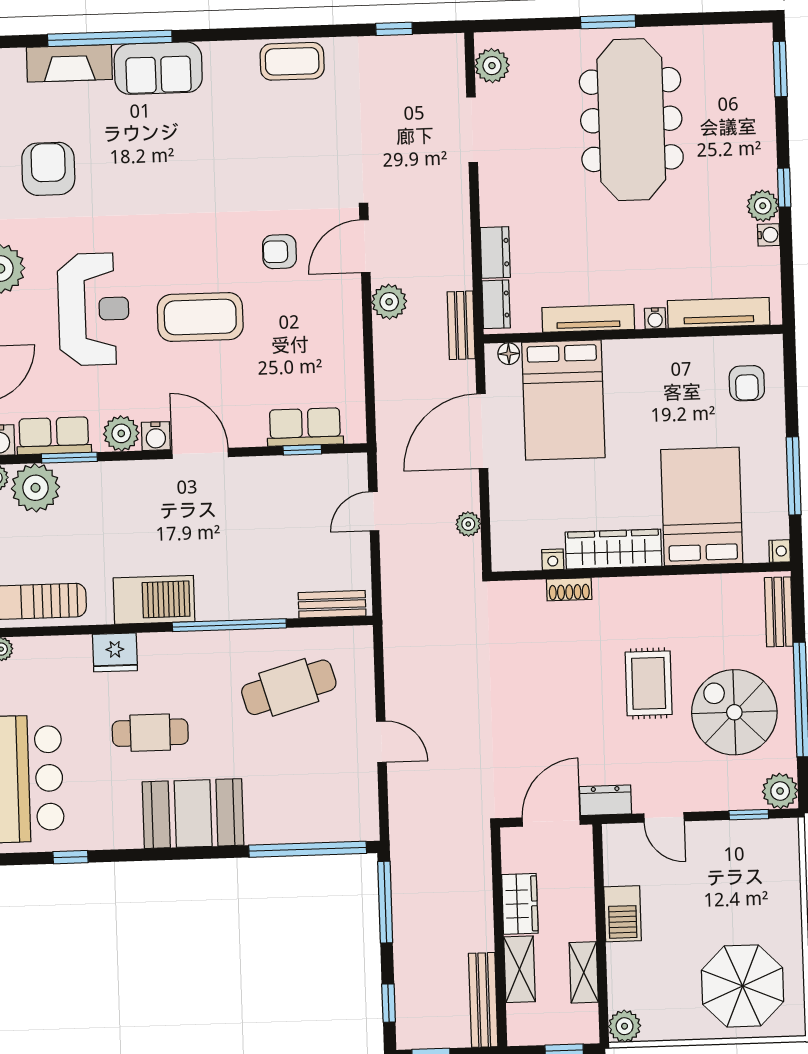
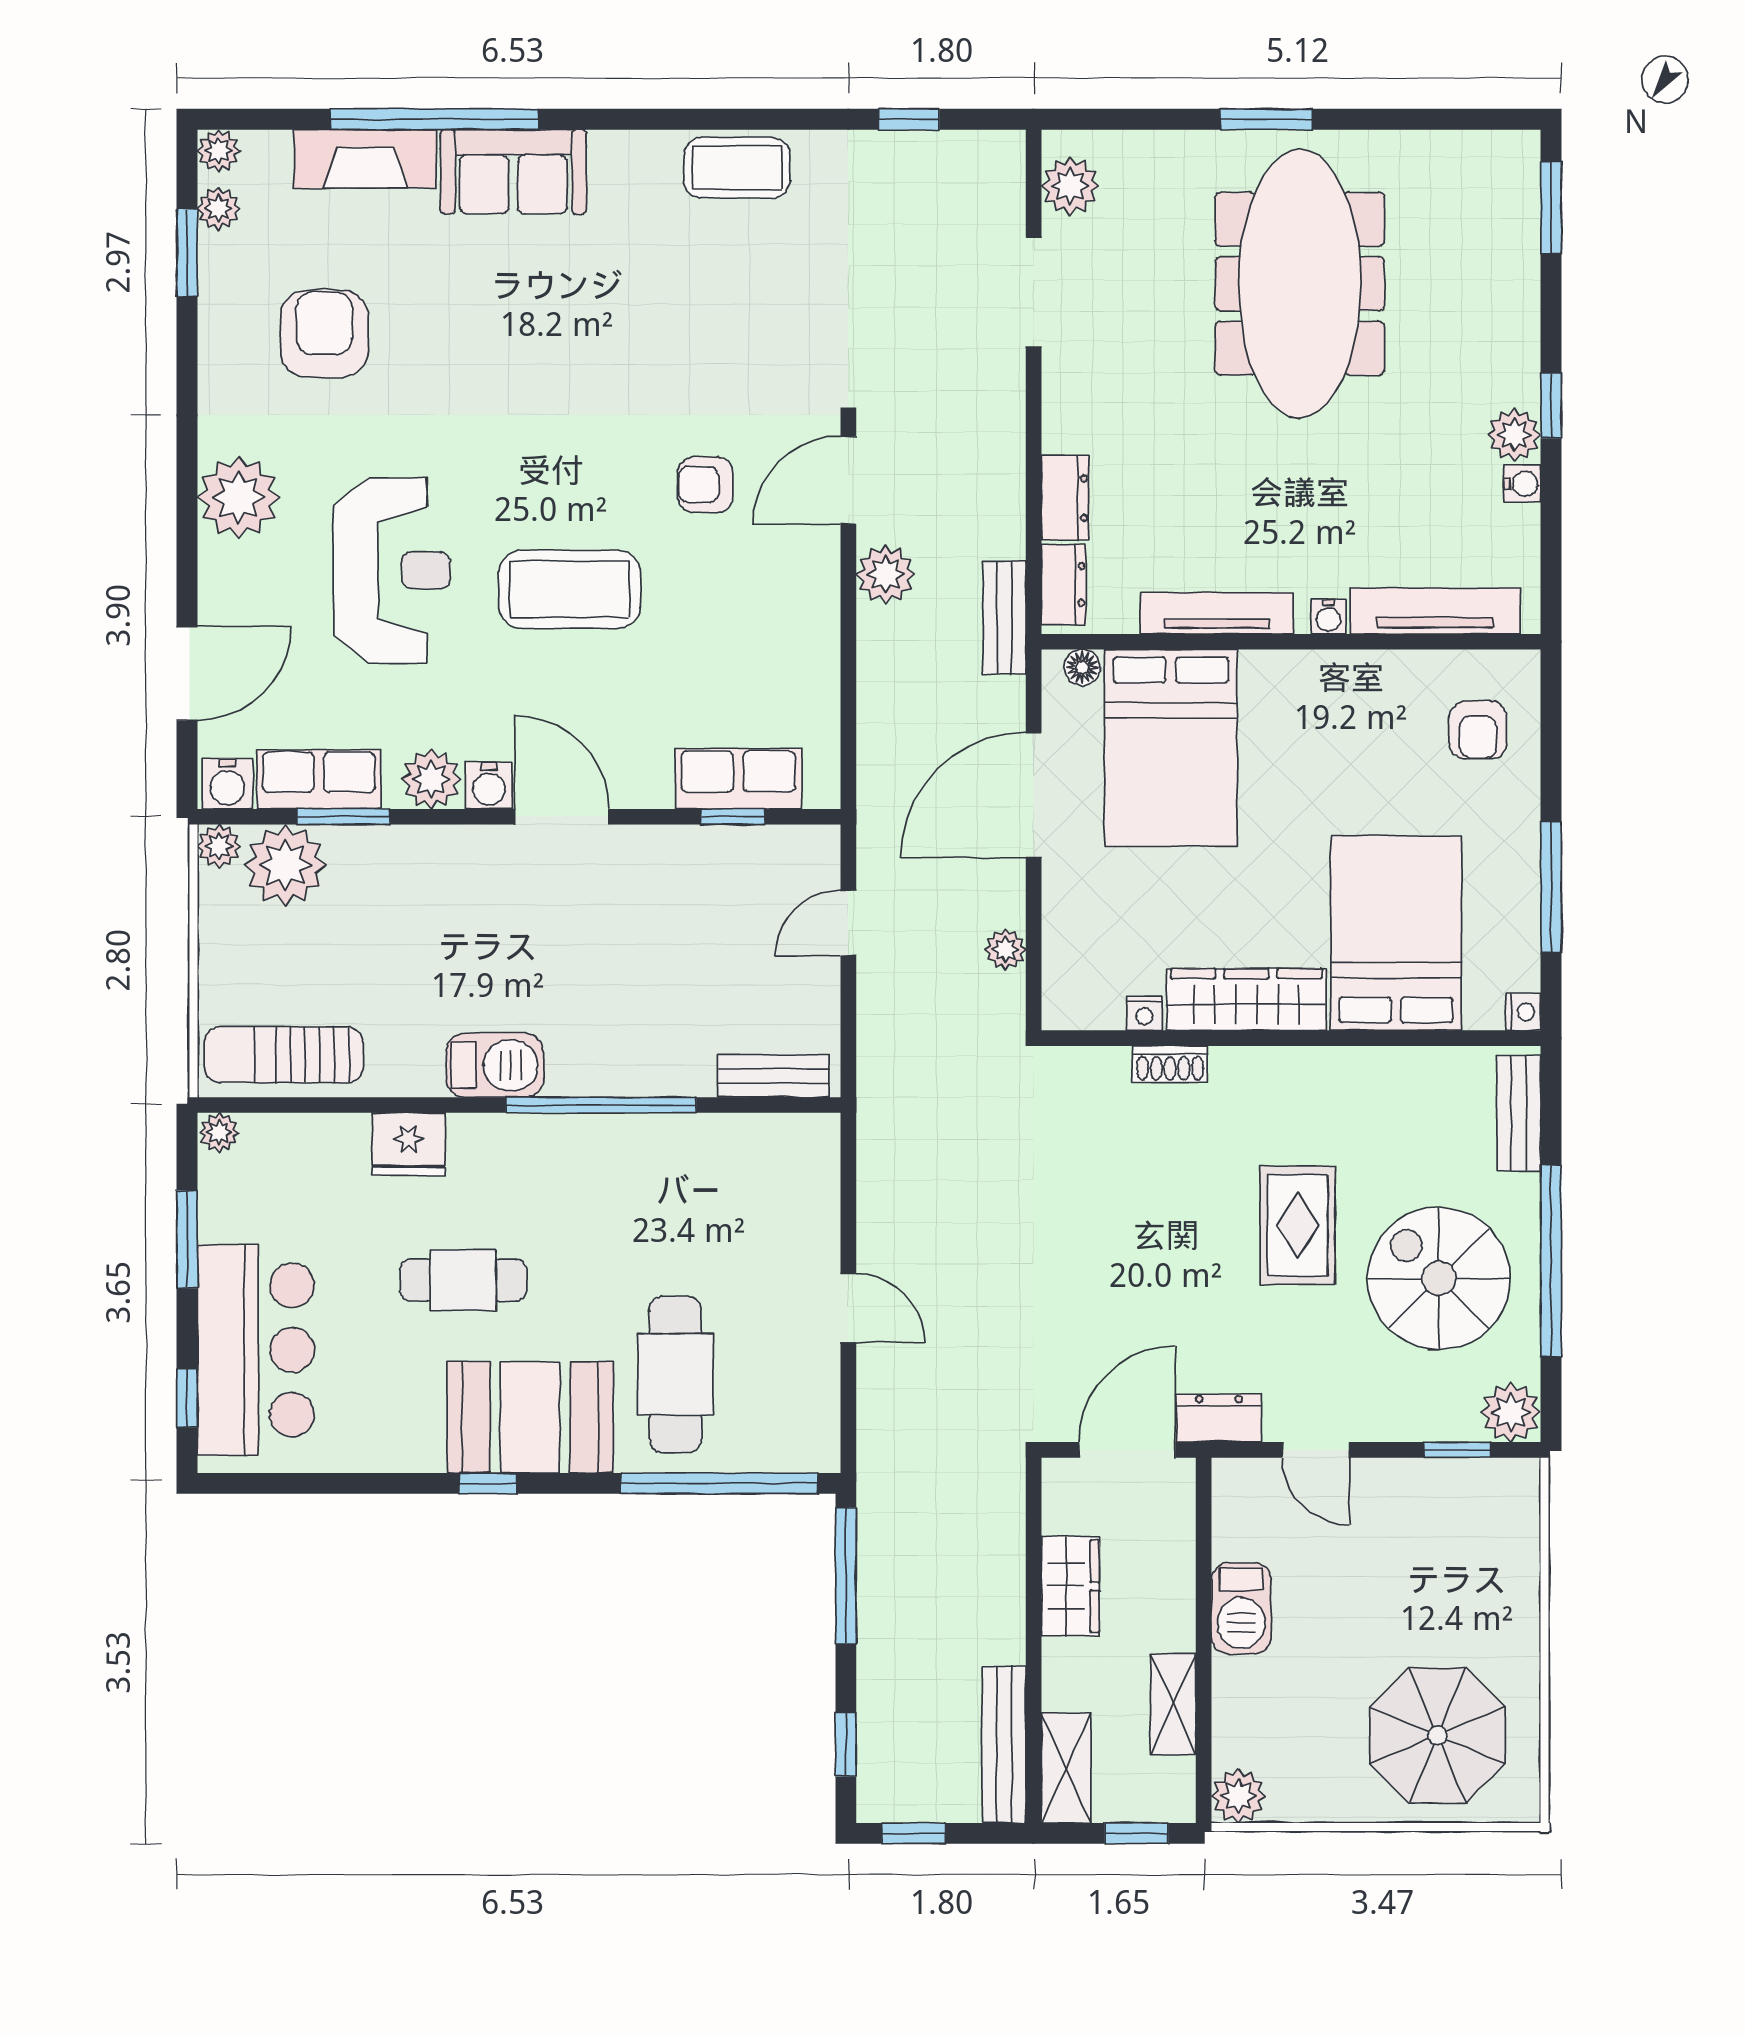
barbecue: (154, 600) -> (495, 1065), width x0.73, depth x0.83
cafe table: (289, 687) -> (675, 1374), moved, turned -74
window: (70, 857) -> (488, 1483), moved
shelving: (519, 969) -> (1066, 1768), moved

